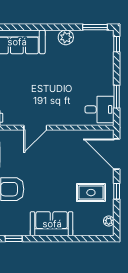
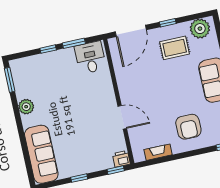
window: (117, 44) -> (48, 49), moved
rug: (91, 193) -> (175, 48), turned 90
plant: (109, 221) -> (200, 29), width x1.88, depth x1.88

